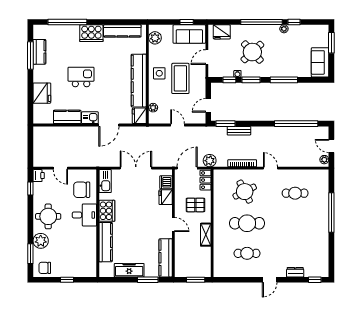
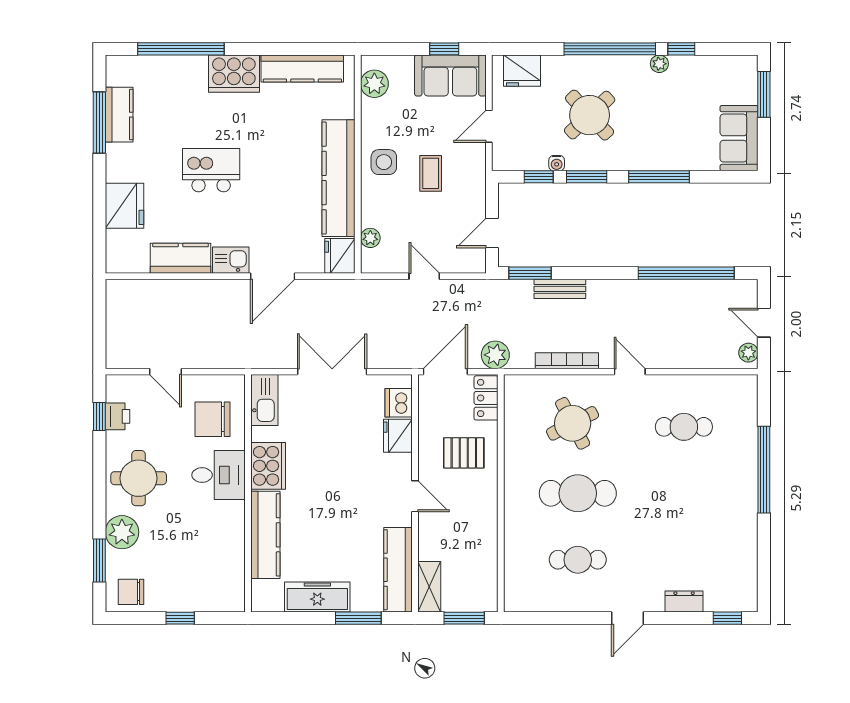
coffee table: (180, 78) -> (431, 173), width x0.54, depth x0.58
printer: (39, 176) -> (117, 416), moved
shelving: (206, 235) -> (429, 587), moved

